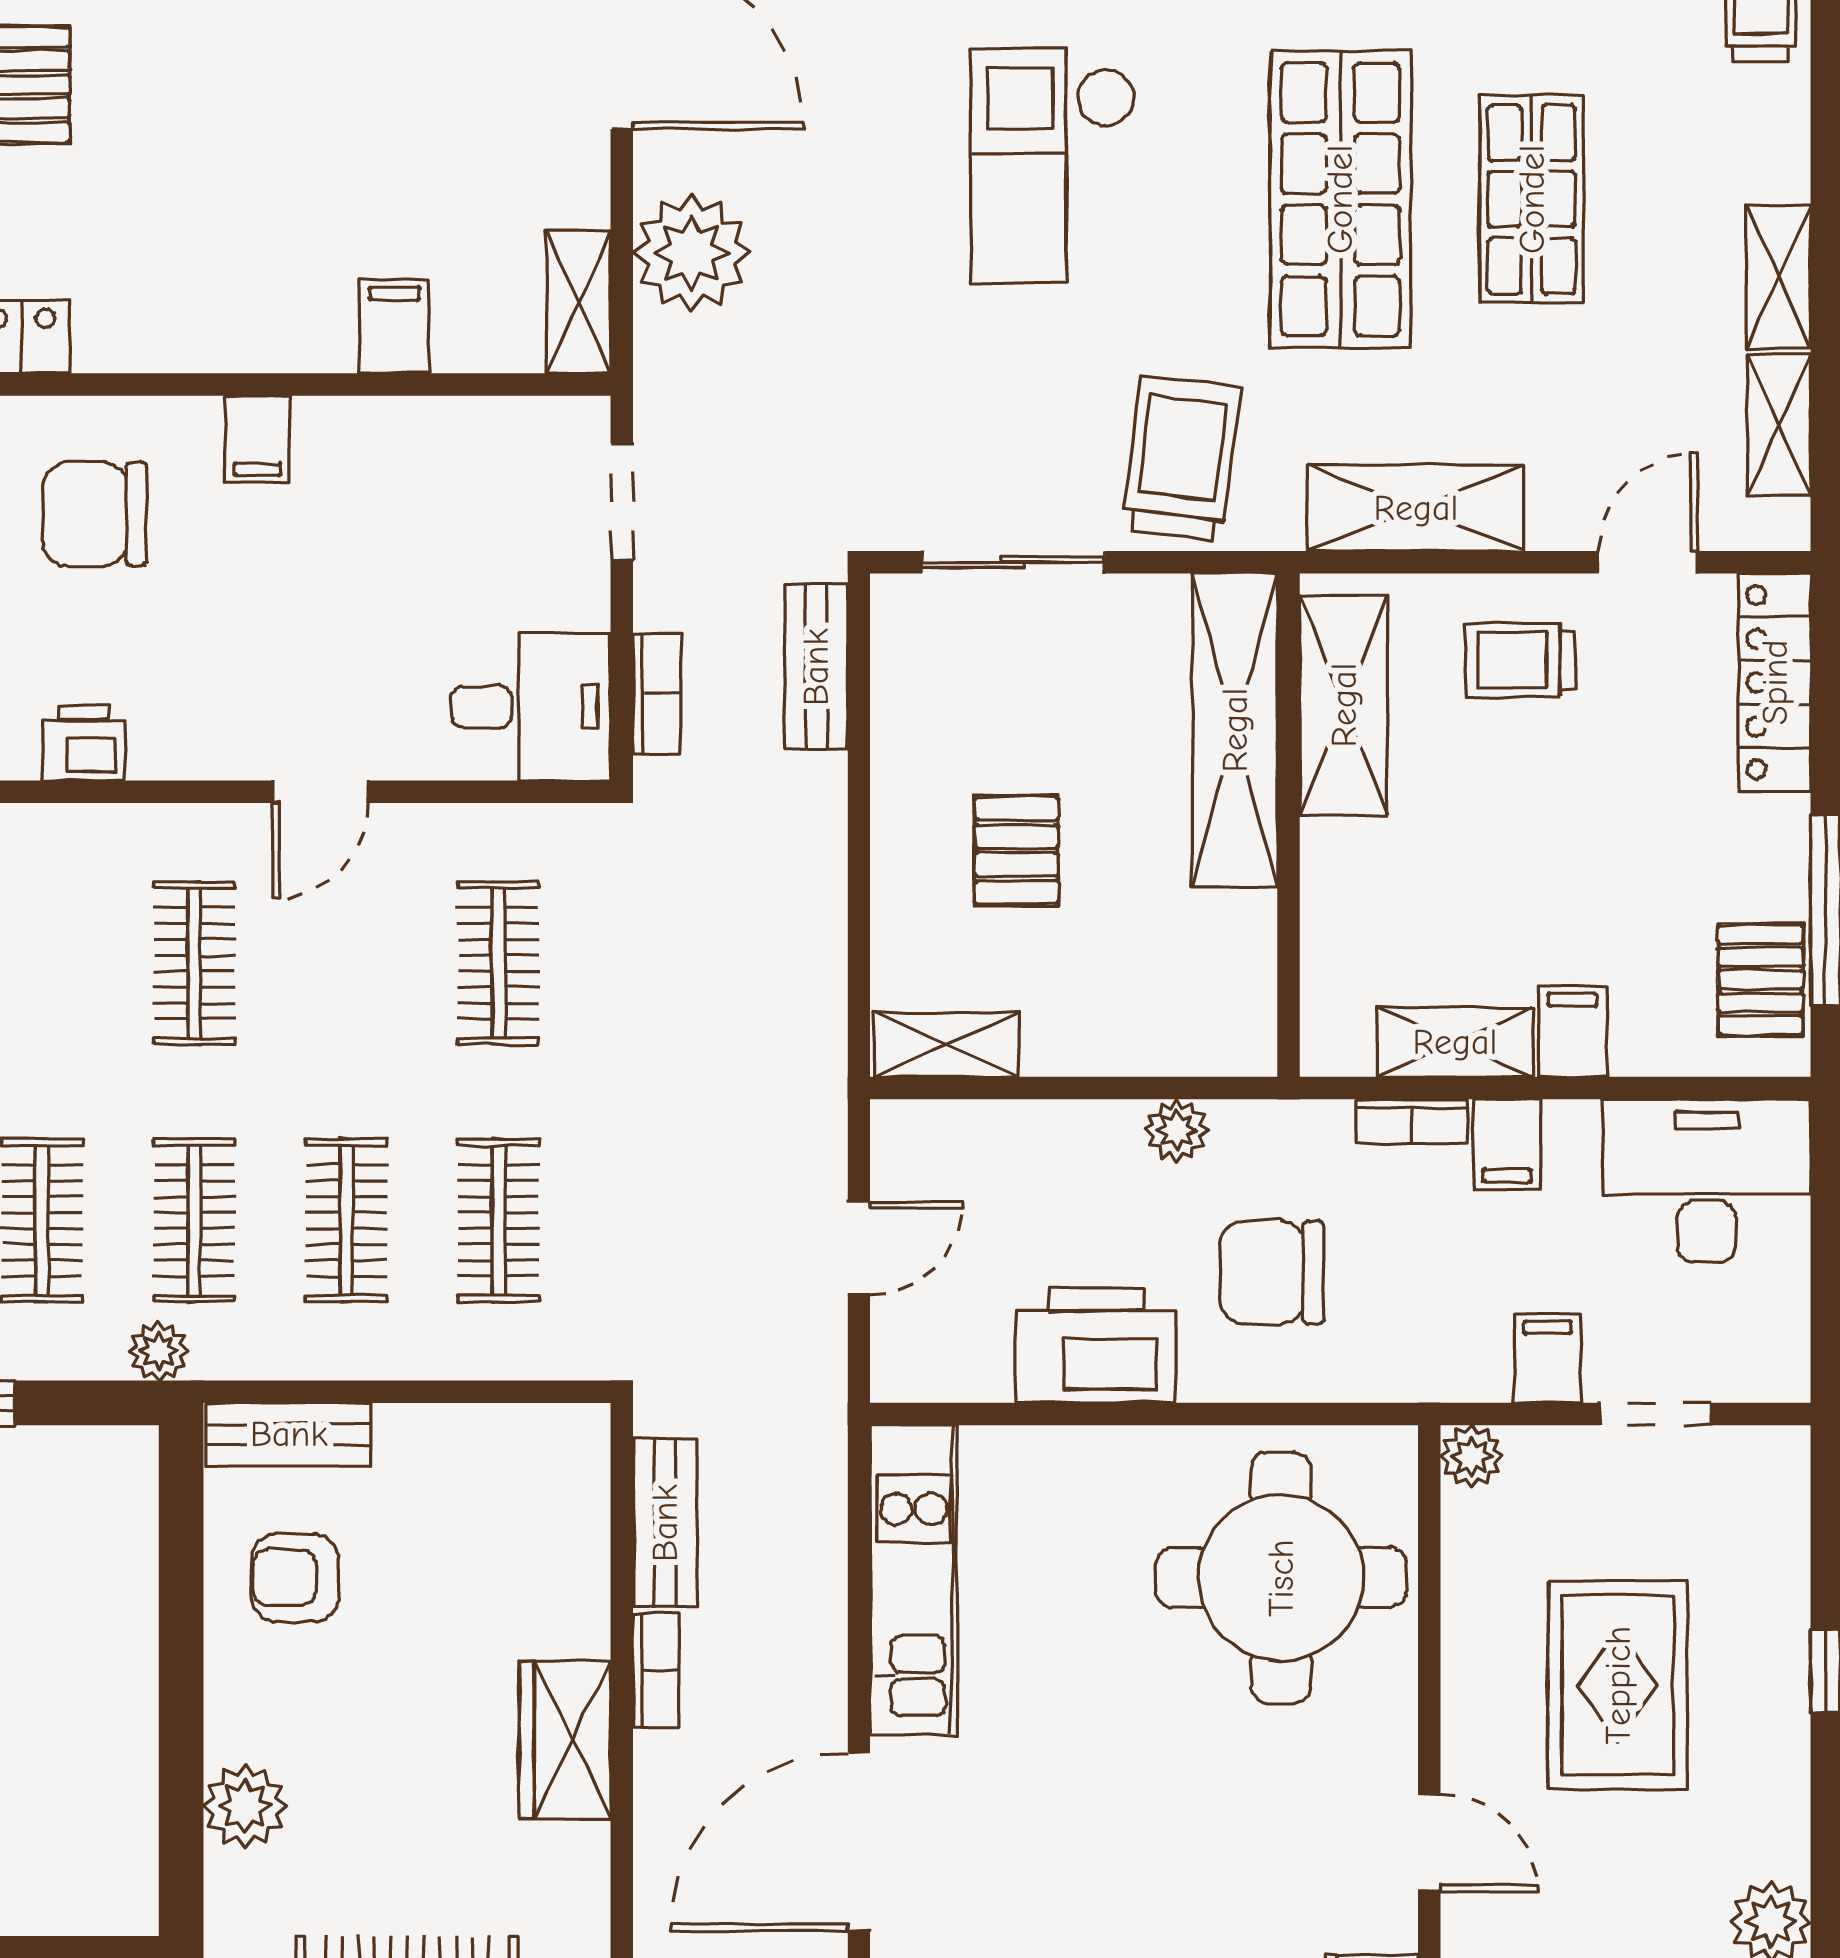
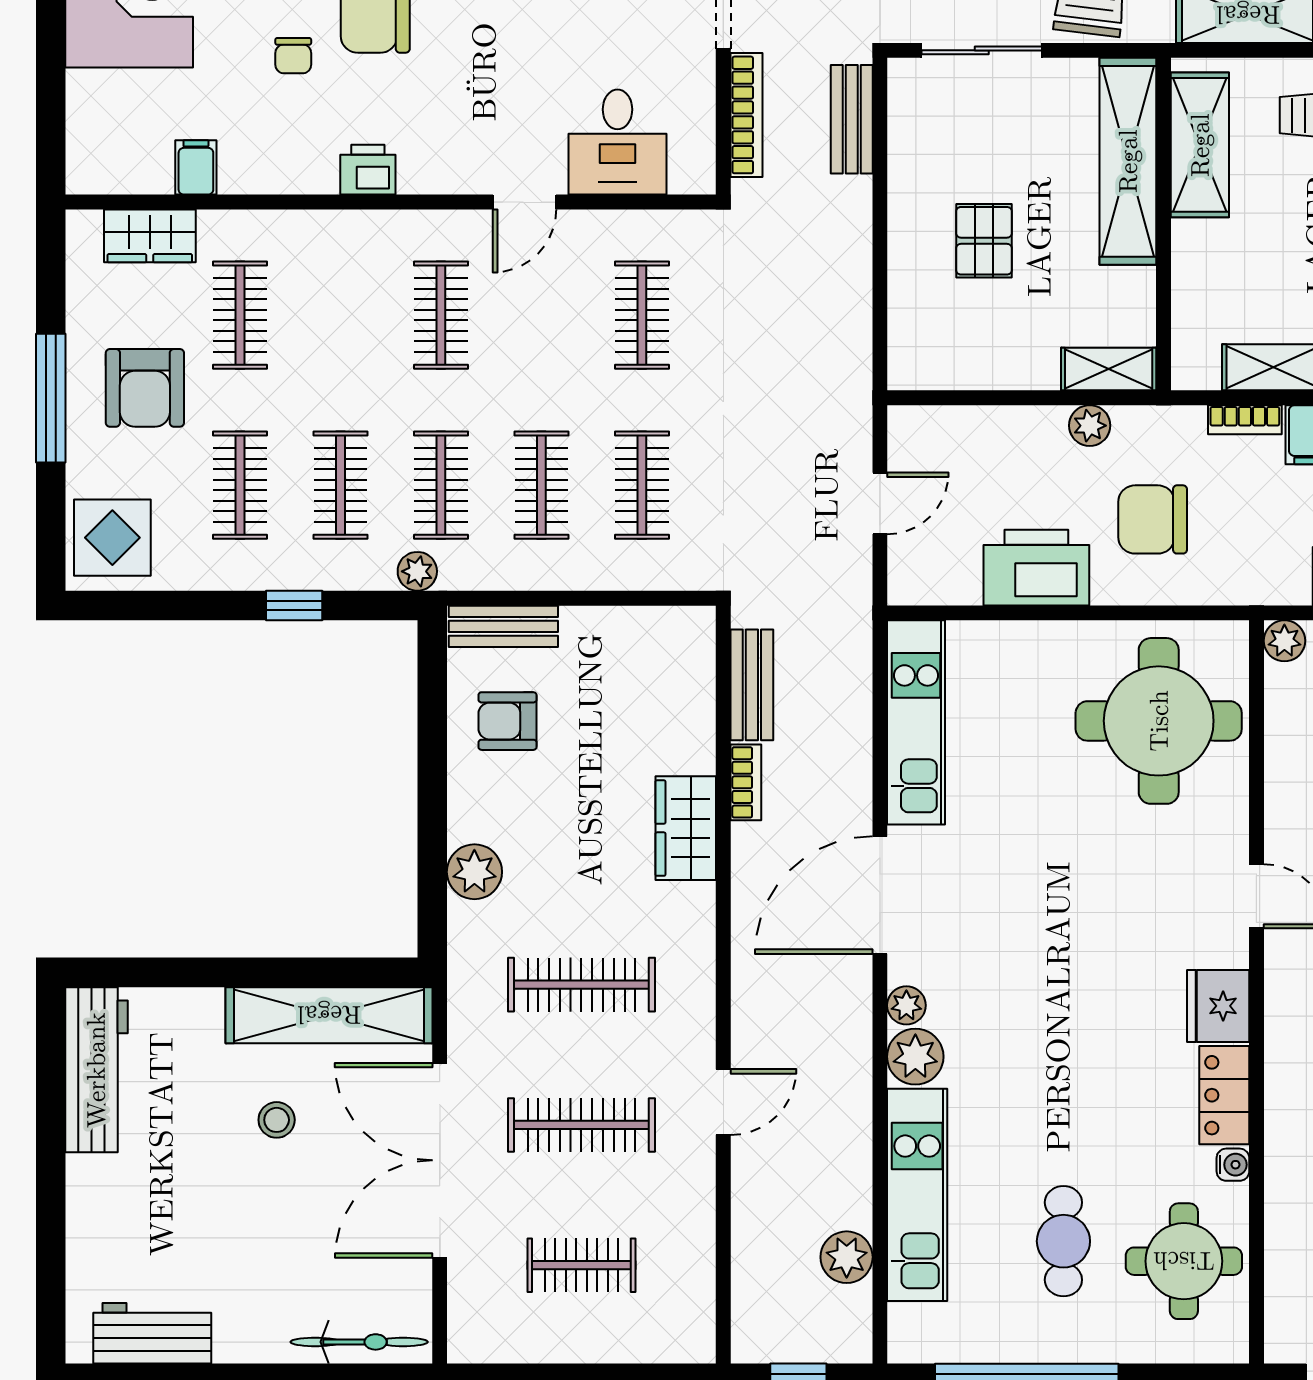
bookcase: (657, 694) -> (747, 115), width x1.56
desk: (531, 707) -> (618, 142), moved, turned 90
shelving: (946, 1045) -> (1109, 369), moved

